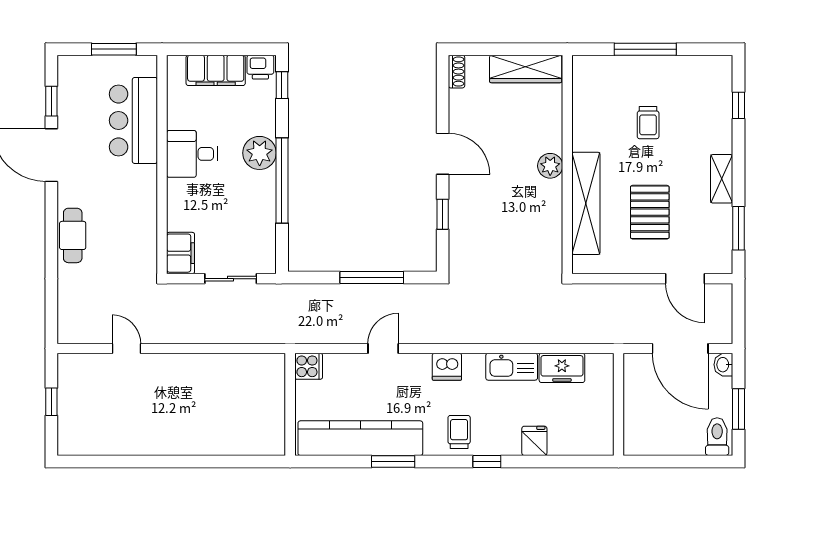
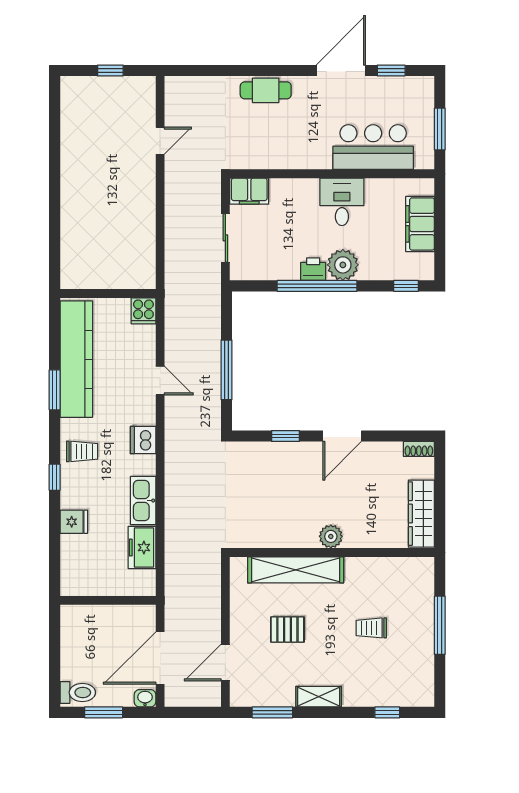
printer: (260, 67) -> (313, 269), moved, turned 90
pallet: (650, 212) -> (287, 630), width x0.67, depth x0.71

